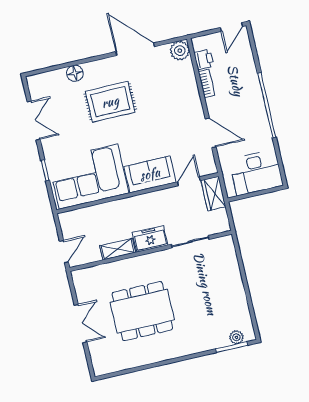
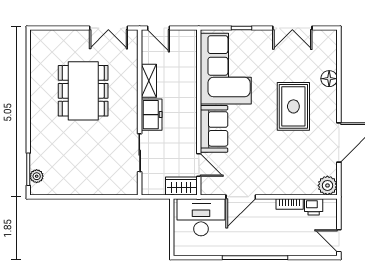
desk: (256, 173) -> (201, 217), moved, turned 90
double door: (81, 324) -> (108, 28), moved

